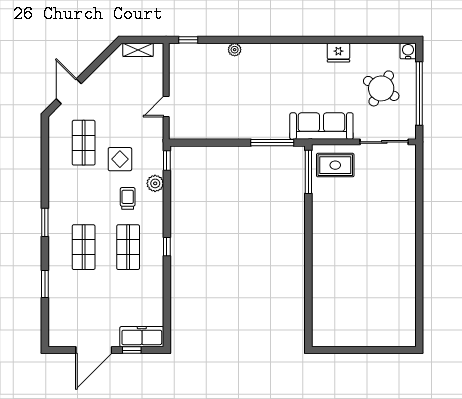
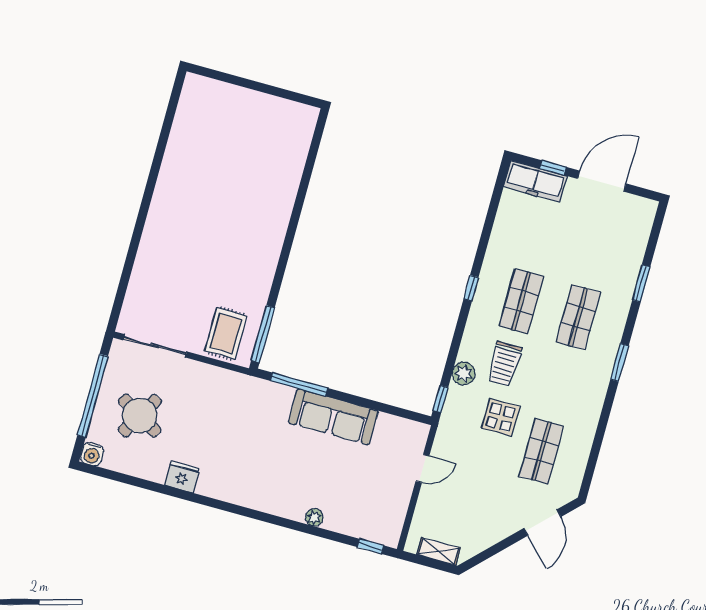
sofa: (321, 126) -> (333, 417), moved
rug: (335, 165) -> (226, 333), turned 90
trolley: (128, 198) -> (504, 364), width x1.36, depth x1.39

